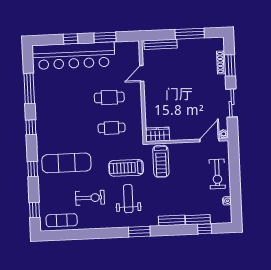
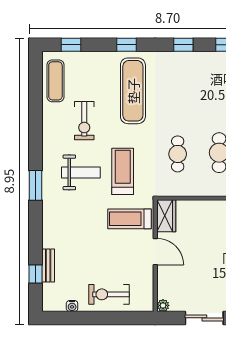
door: (209, 140) -> (155, 252), moved
bench: (172, 221) -> (49, 230), removed

